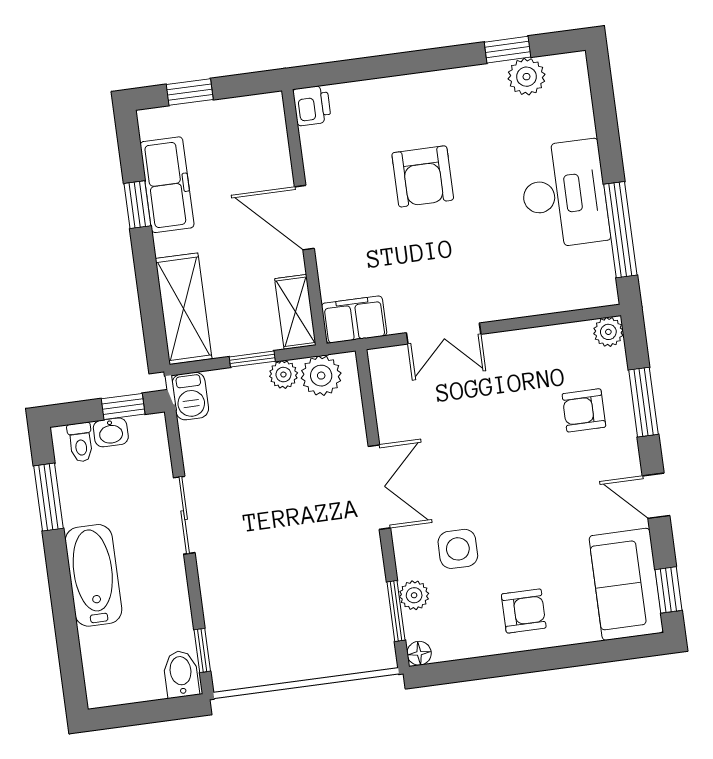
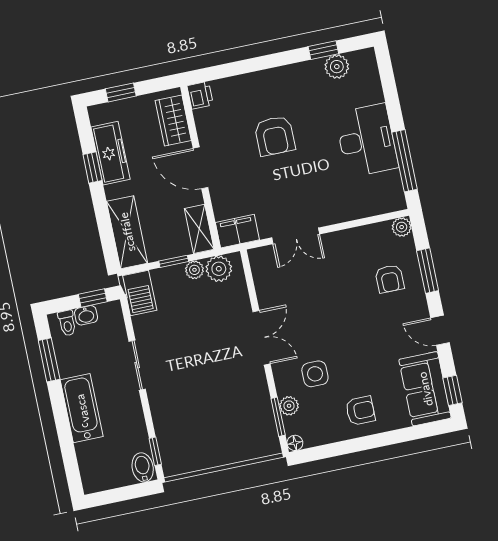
wardrobe: (268, 141) -> (173, 120), added
barbecue: (190, 396) -> (139, 293), width x1.38, depth x1.27
armchair: (584, 410) -> (390, 279), turned -90

